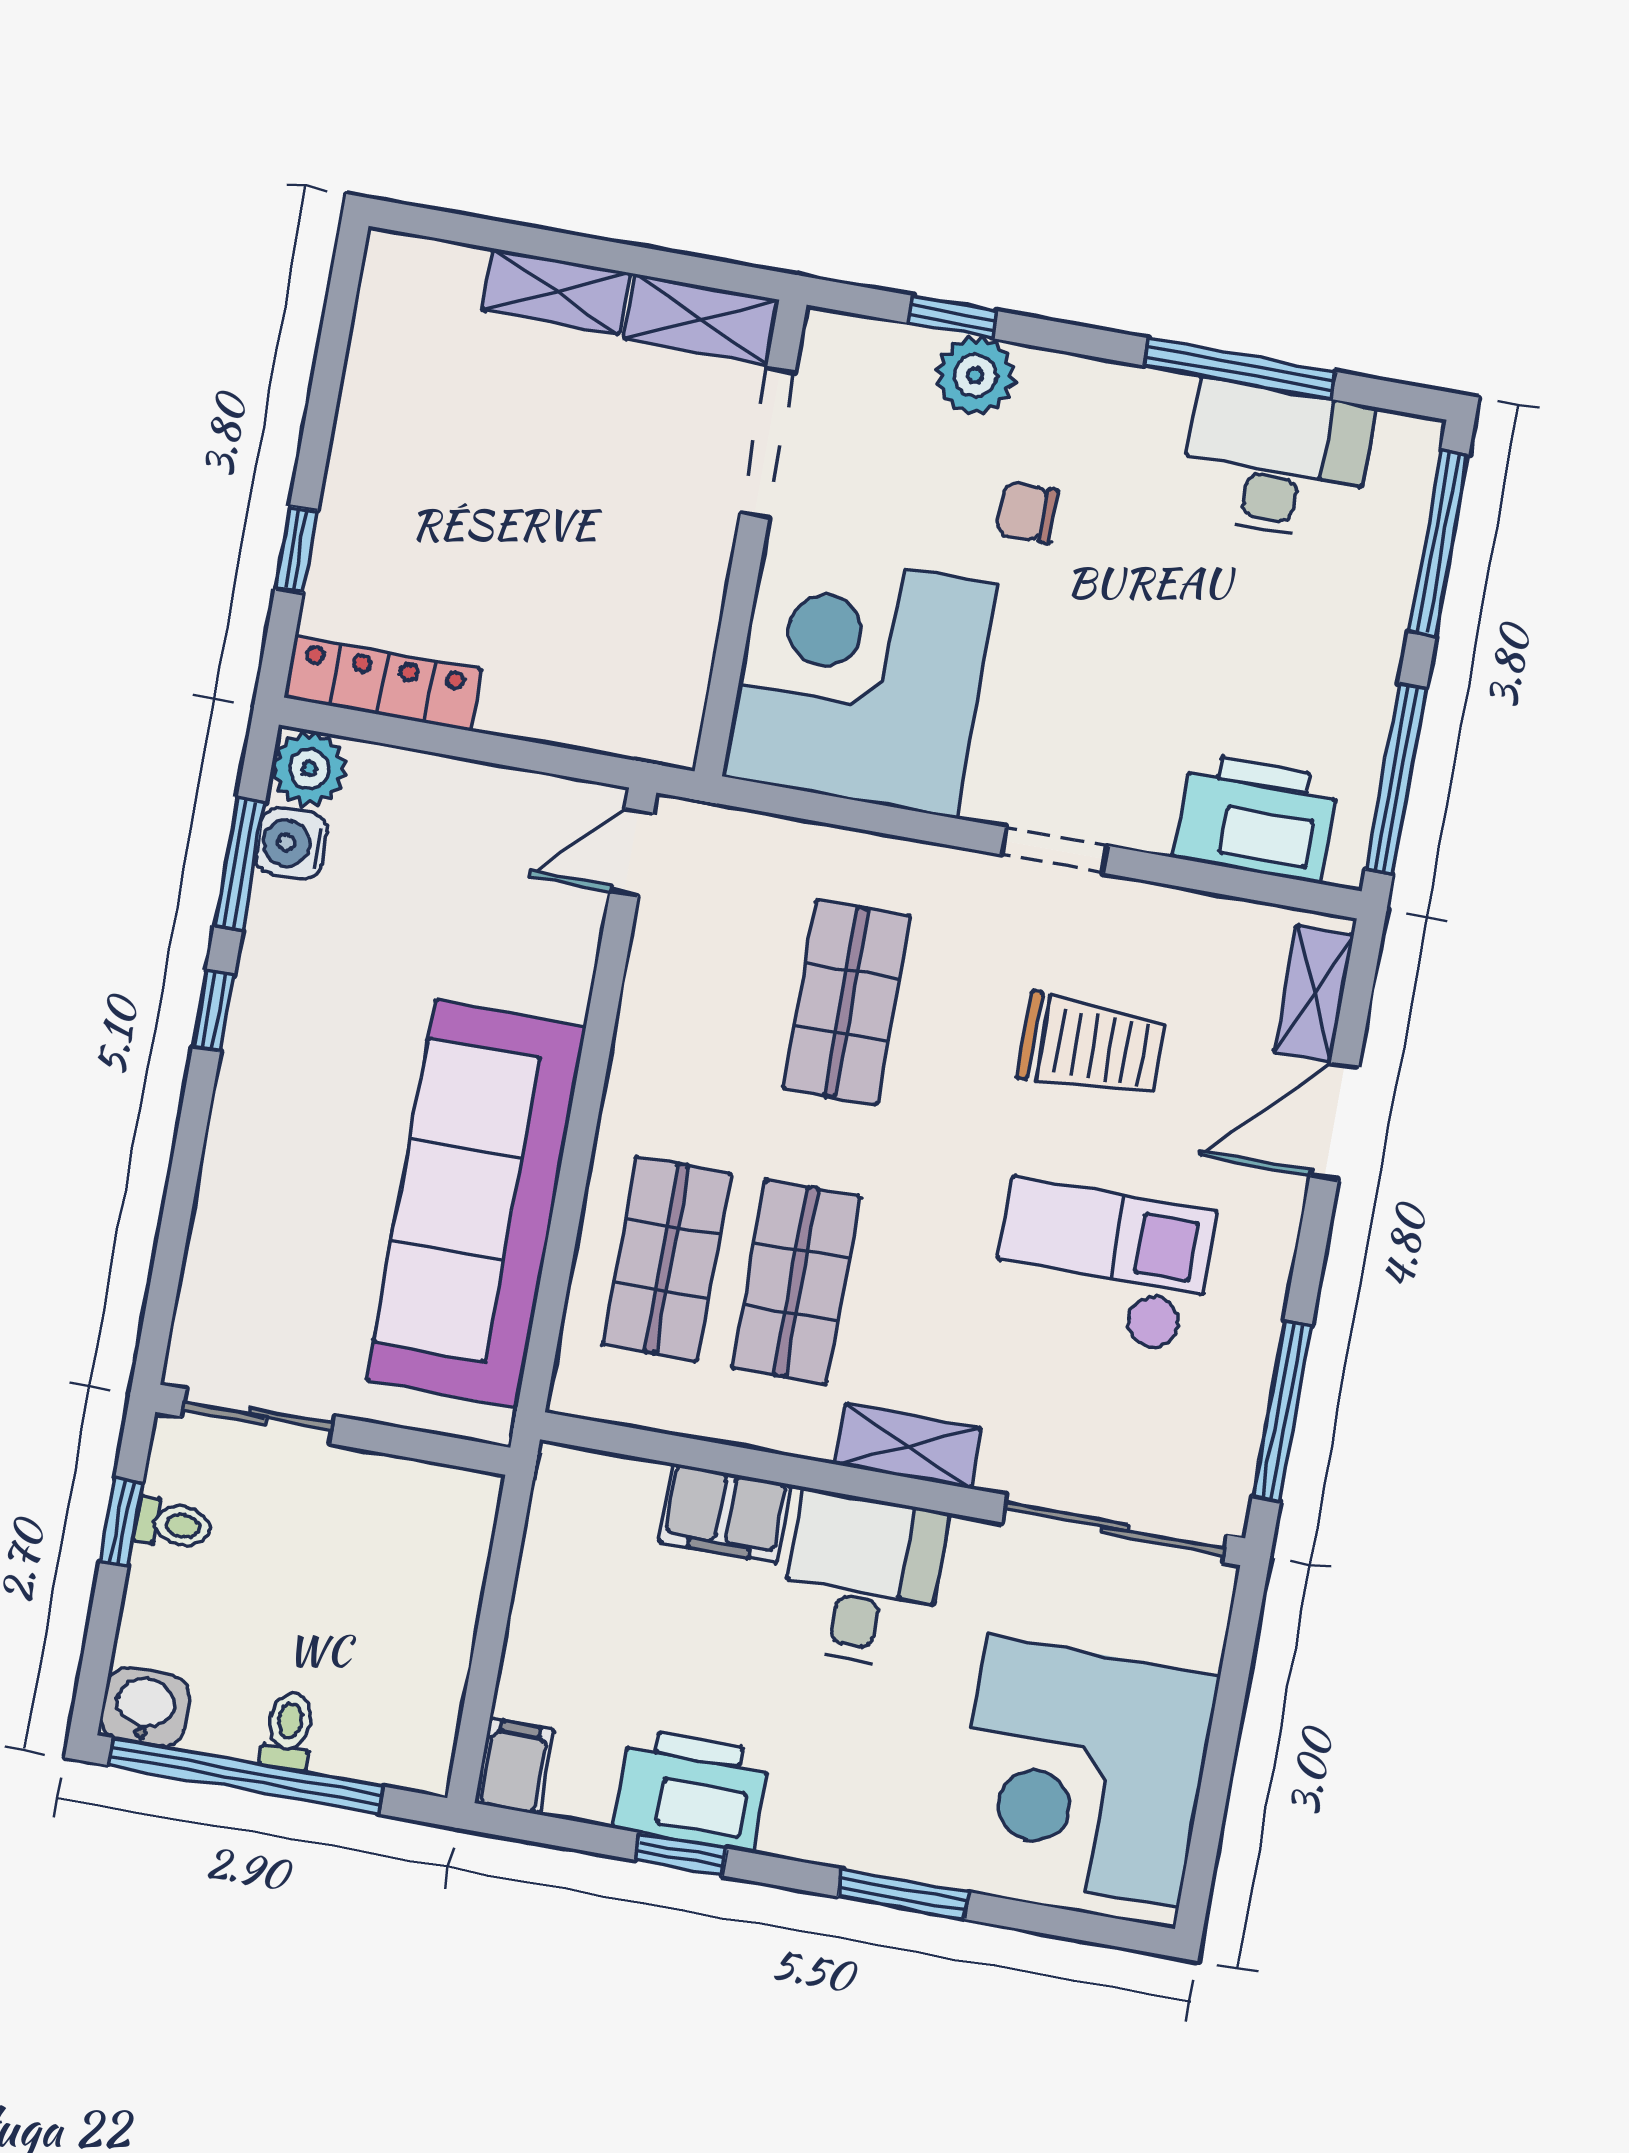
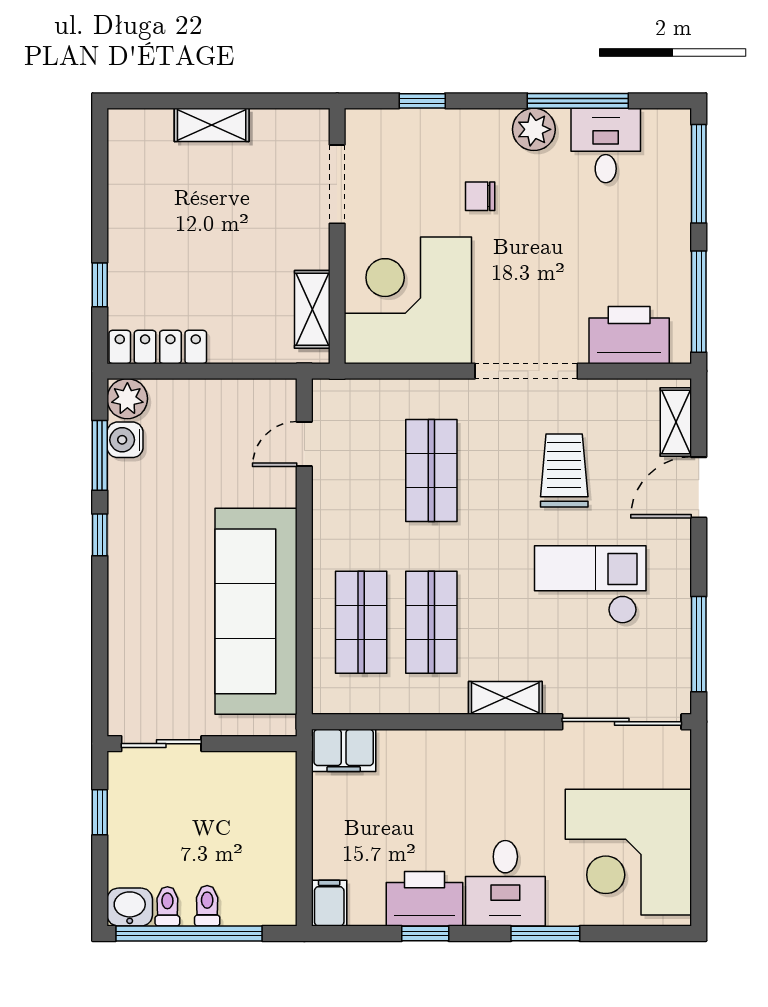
shelving: (702, 319) -> (312, 309), moved, turned 90
plant: (975, 376) -> (534, 129), moved
desk: (1276, 460) -> (606, 146), width x0.73
doorway: (1055, 850) -> (526, 371), width x1.87
door: (631, 852) -> (304, 444), moved
trolley: (1092, 1046) -> (564, 470), turned -90
filing cabinet: (725, 1513) -> (344, 750), moved
toilet: (173, 1524) -> (167, 906), moved, turned -90
desk: (863, 1579) -> (505, 883), moved, turned 180

